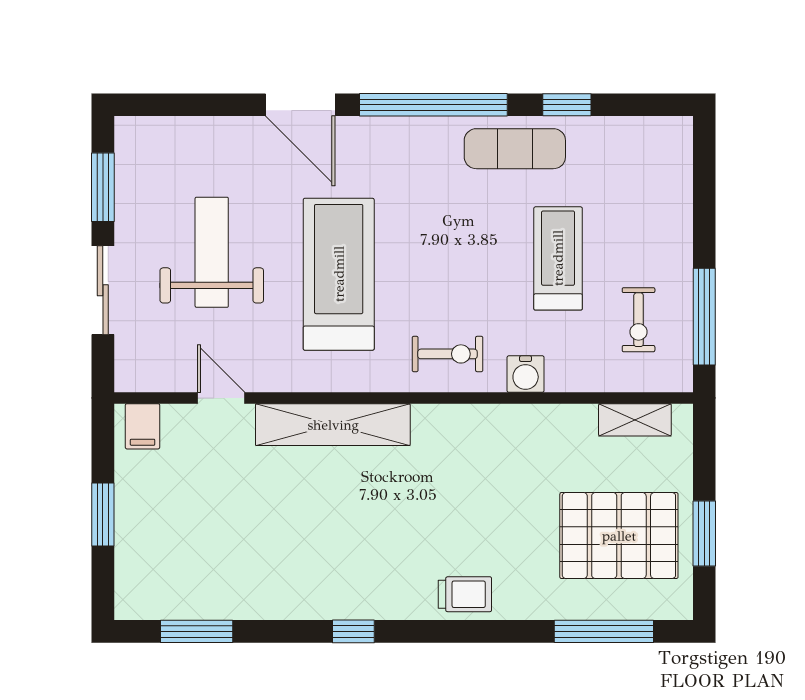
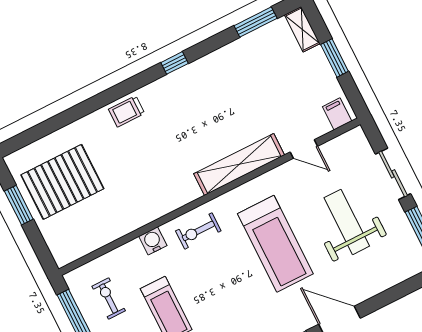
weight bench: (212, 252) -> (347, 222), turned 180
shelving: (635, 420) -> (302, 29), moved, turned 90
window: (604, 631) -> (45, 128), removed

